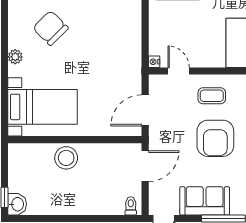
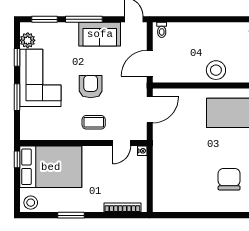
chair: (51, 28) -> (229, 179), turned -135
door: (179, 71) -> (122, 143), hinge flipped
armchair: (215, 138) -> (91, 87), width x0.73, depth x0.73

